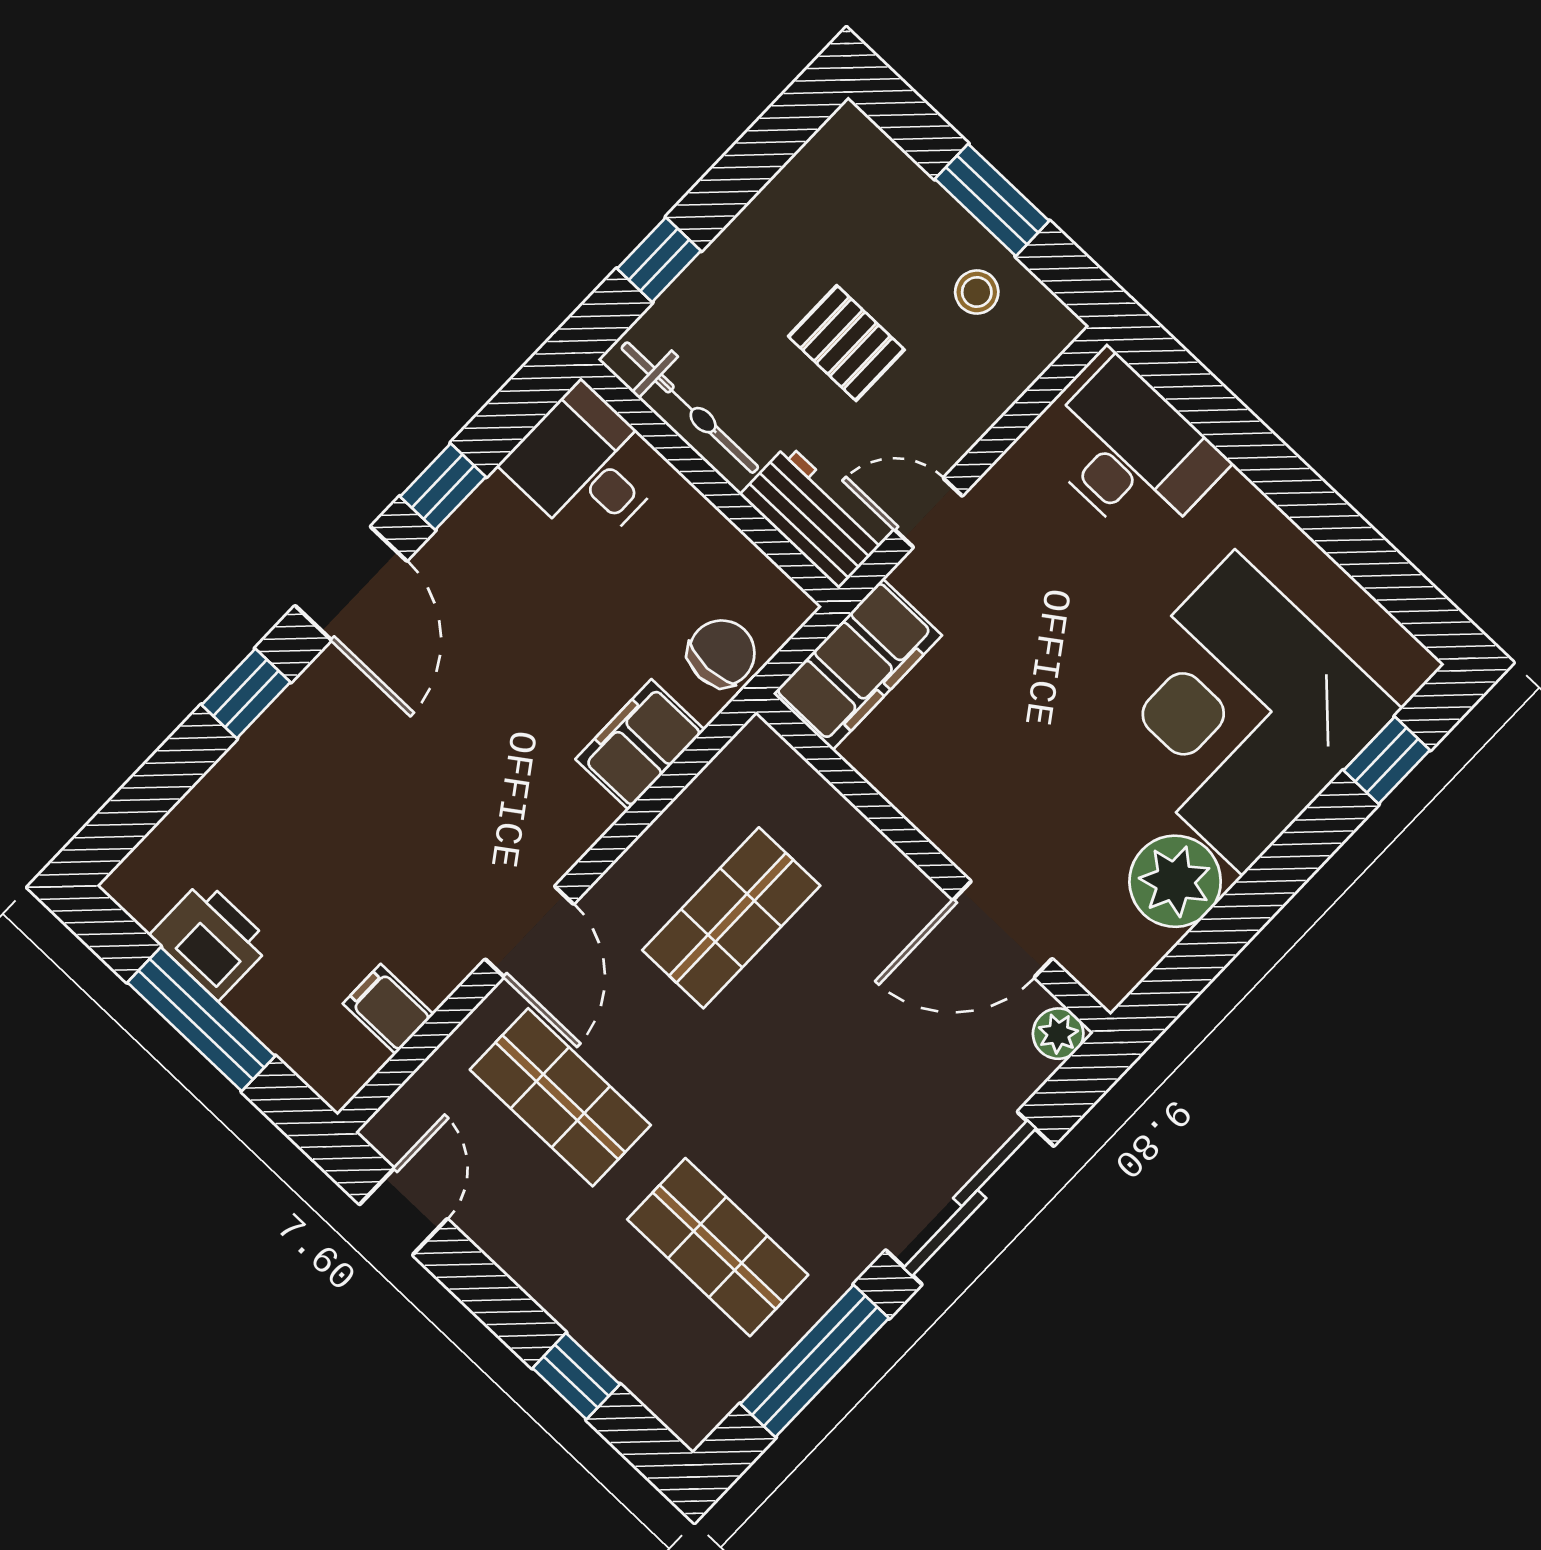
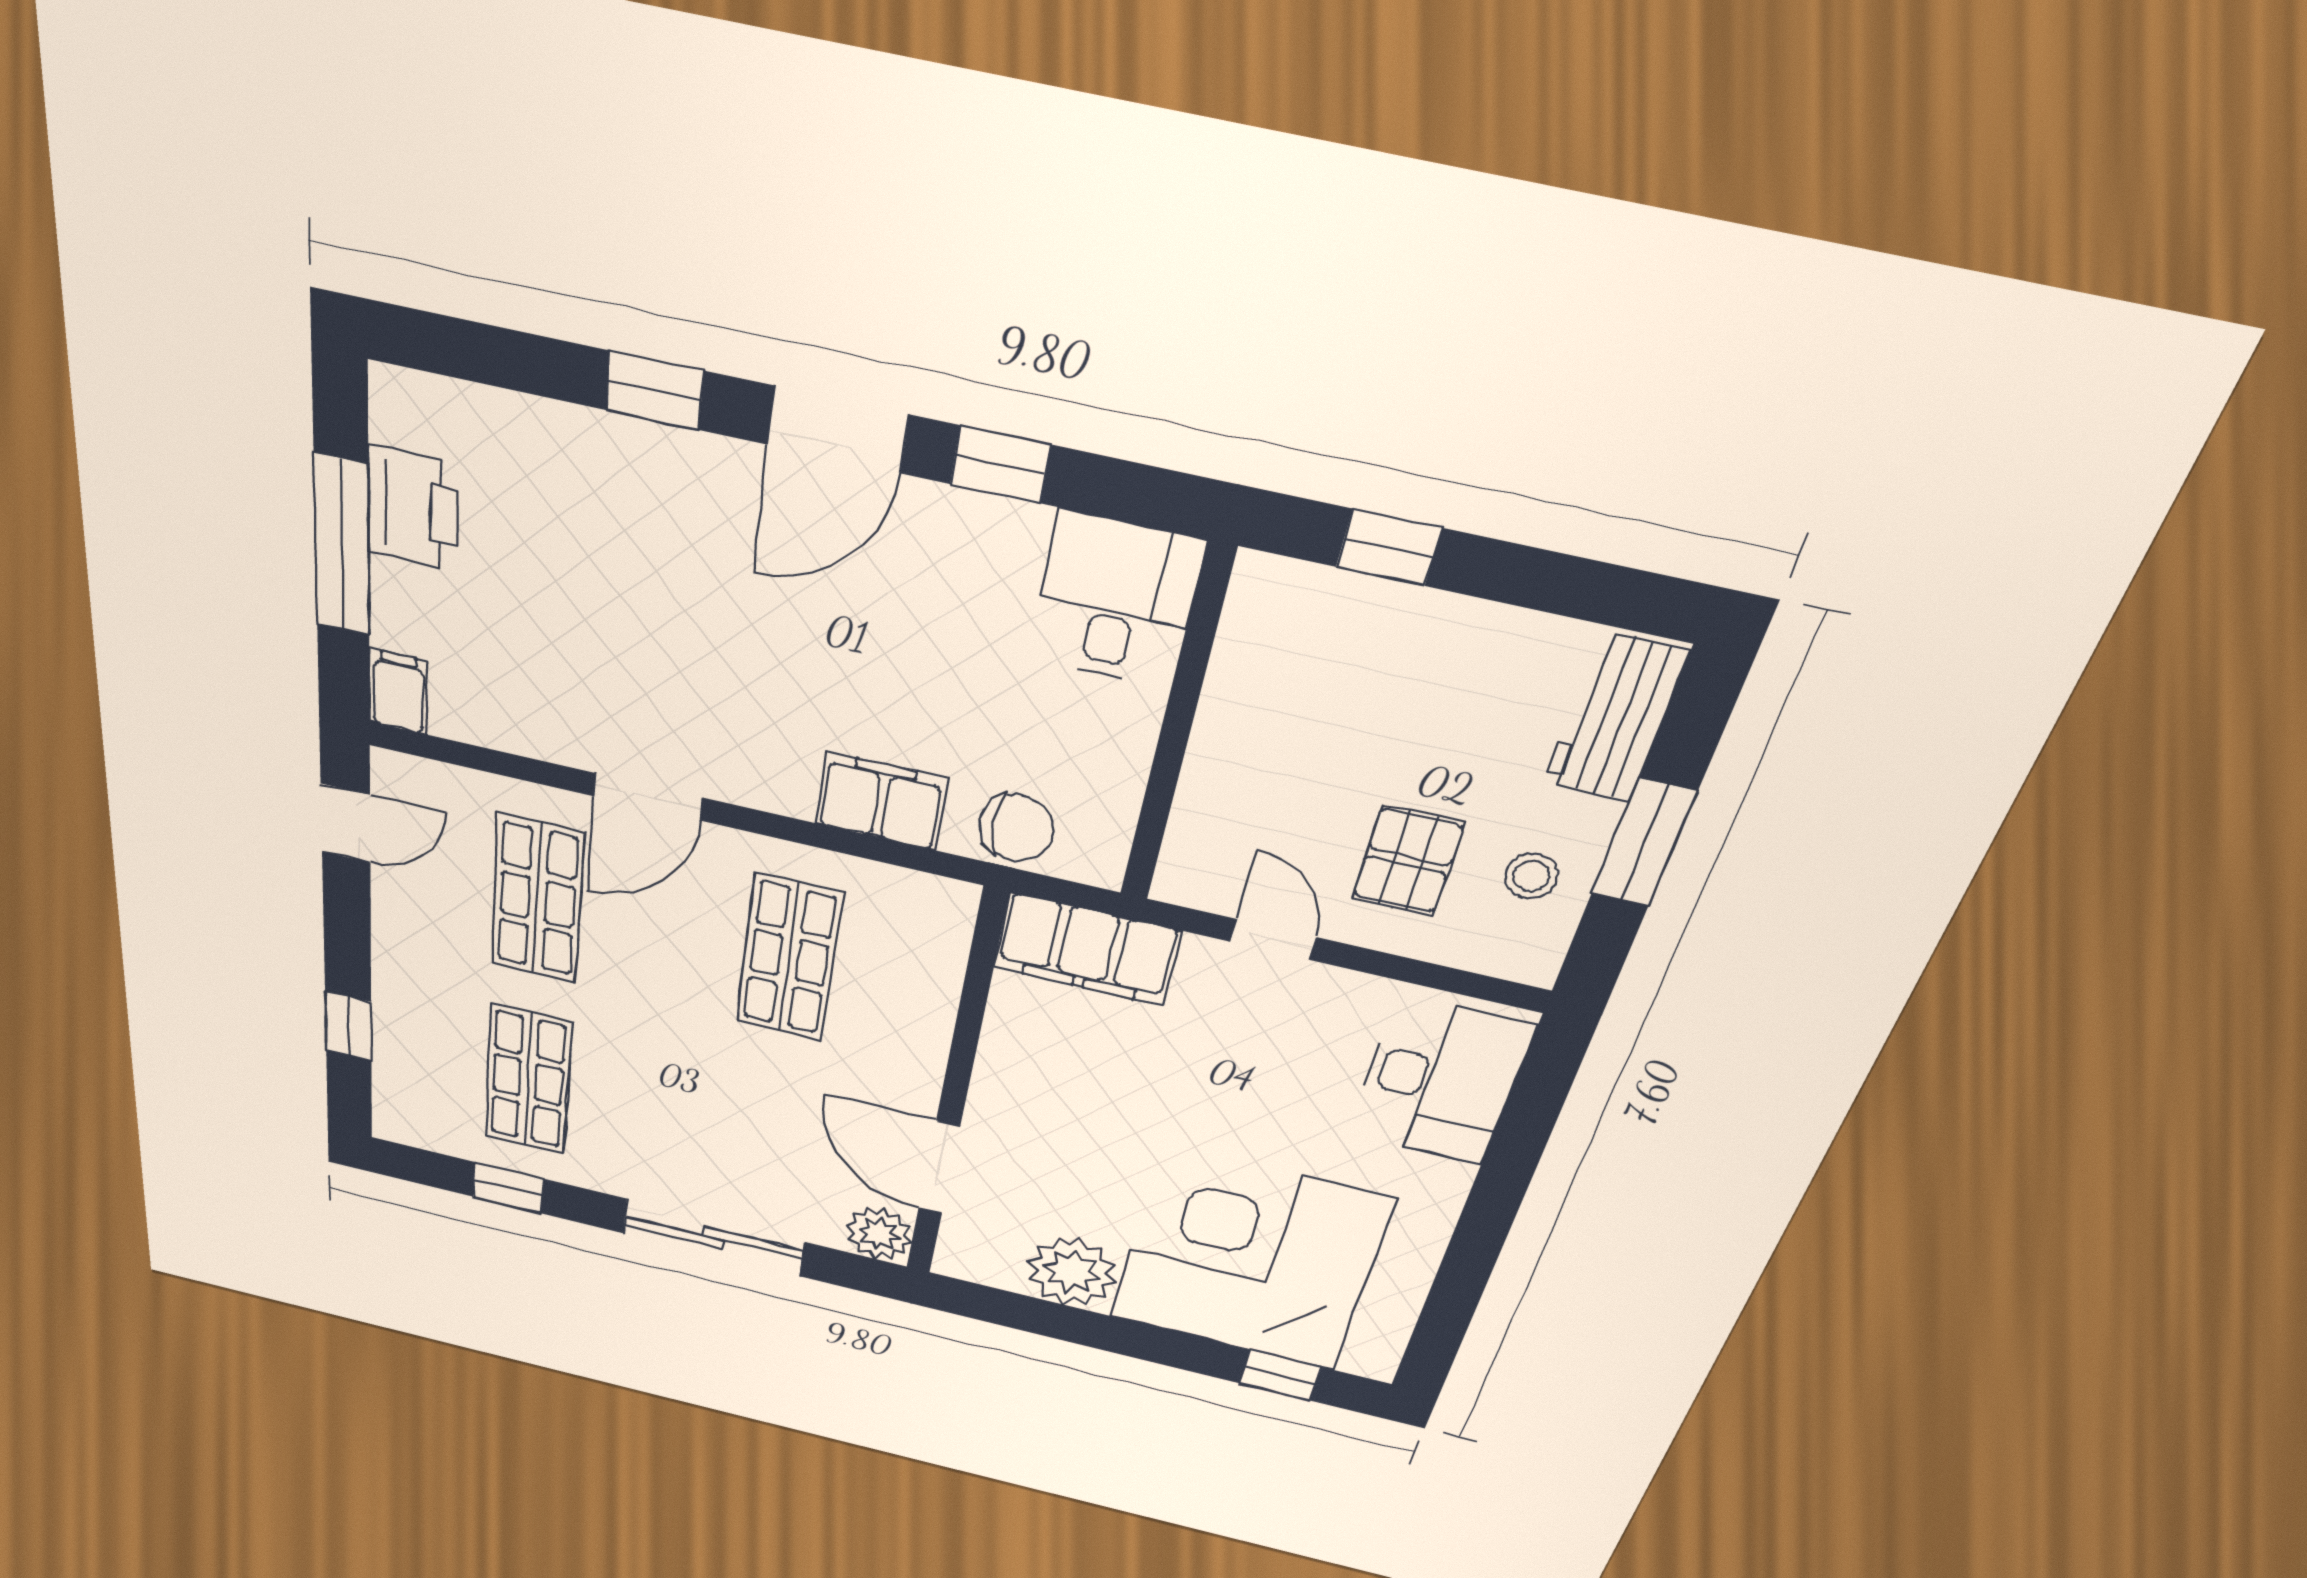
pallet: (846, 343) -> (1408, 861), moved
bicycle: (690, 408) -> (1243, 668), removed
workbench: (813, 516) -> (1616, 718), moved, turned 180
shop shelf: (731, 918) -> (789, 958), turned 90
filing cabinet: (388, 1009) -> (398, 692), moved
plant: (1058, 1034) -> (879, 1234), width x1.38, depth x1.38
window: (815, 1361) -> (508, 1188), width x0.46

